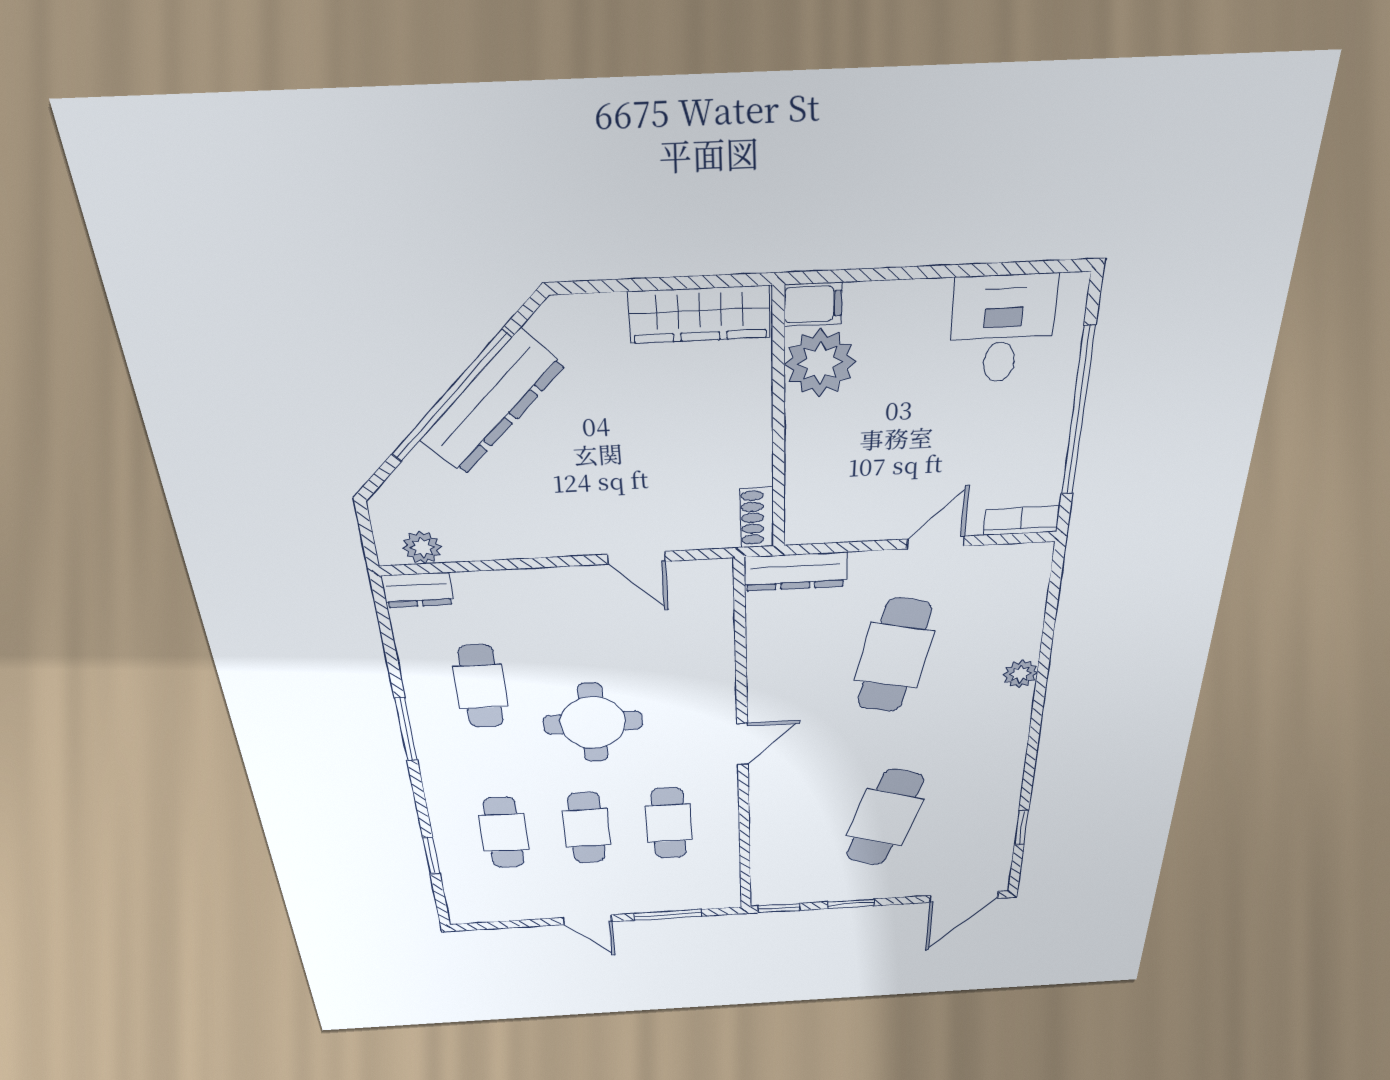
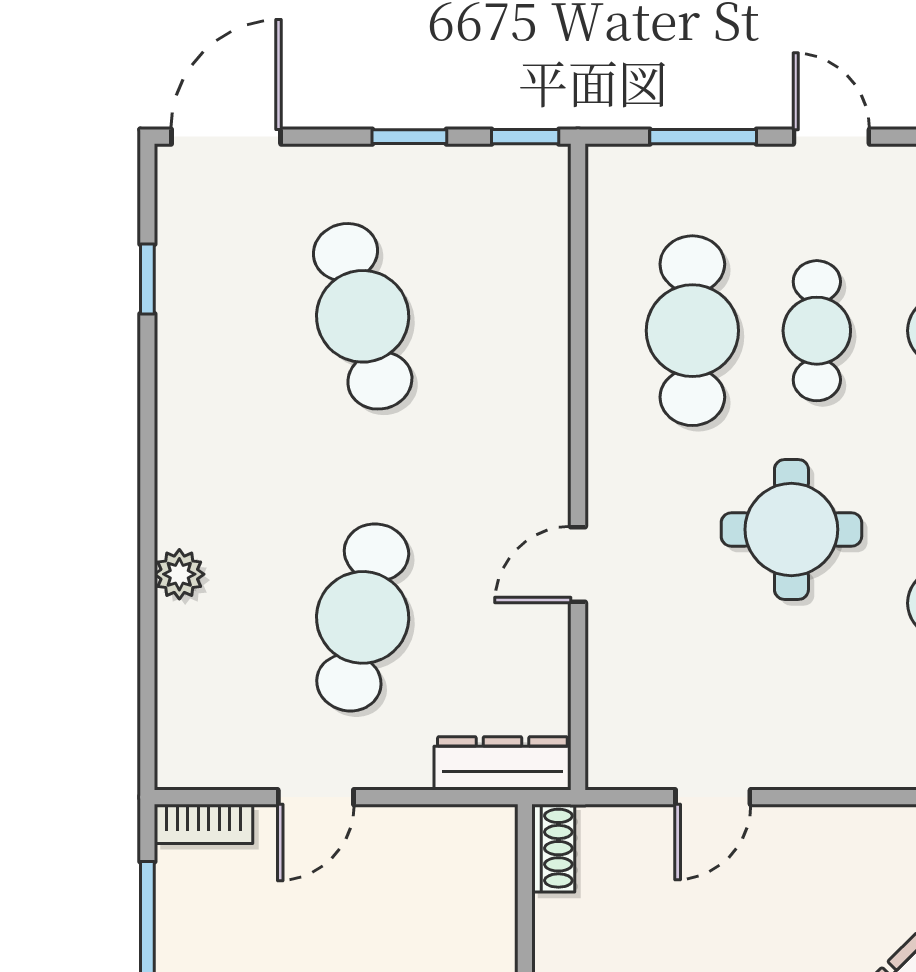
door: (636, 558) -> (713, 797), swing flipped
door: (743, 744) -> (578, 565), moved
cafe table: (885, 818) -> (363, 316), turned -33
cafe table: (669, 823) -> (692, 331), width x1.37, depth x1.35

